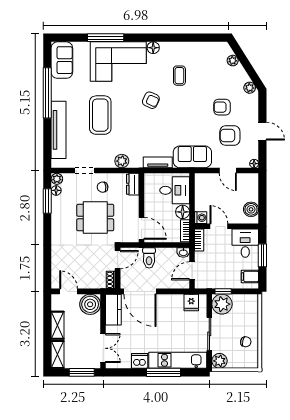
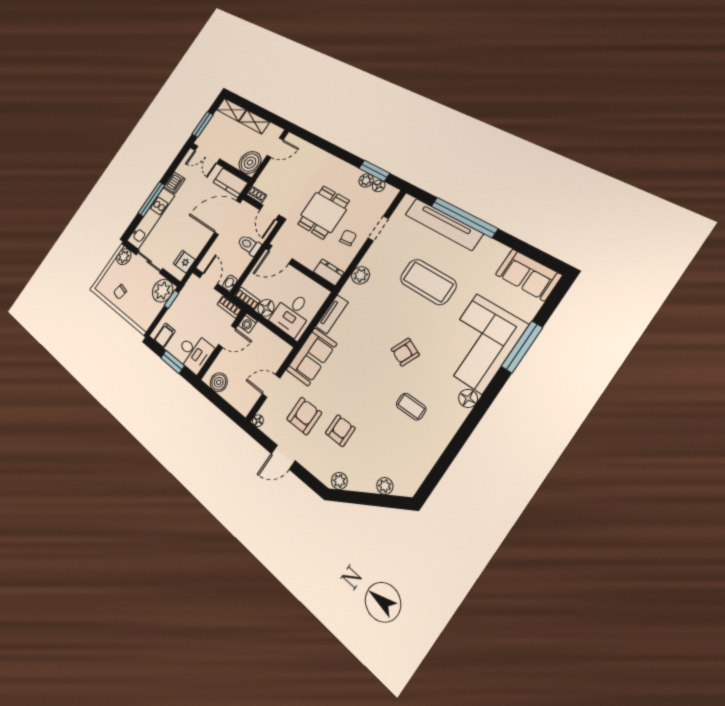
window: (47, 93) -> (464, 217), moved
plant: (57, 179) -> (366, 180), moved

